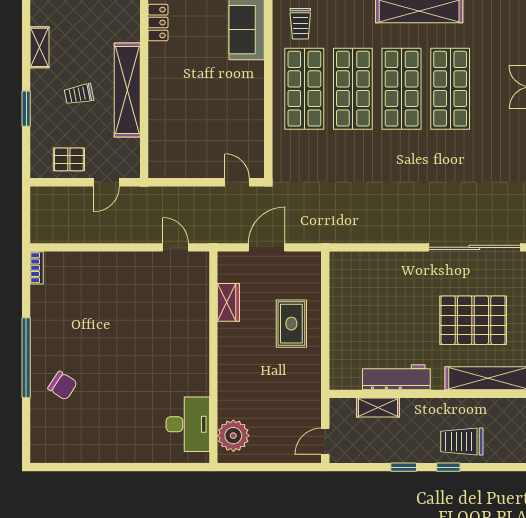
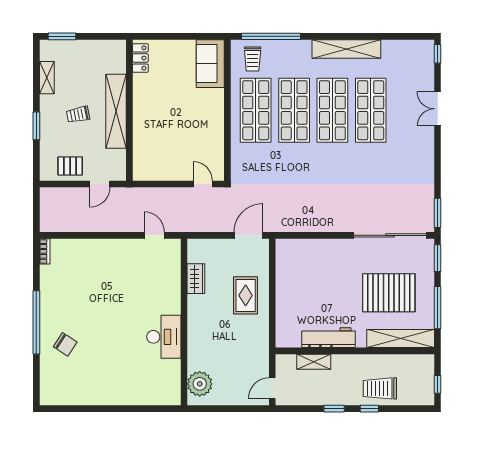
door: (267, 247) -> (248, 235), moved
desk: (188, 424) -> (164, 337), moved

